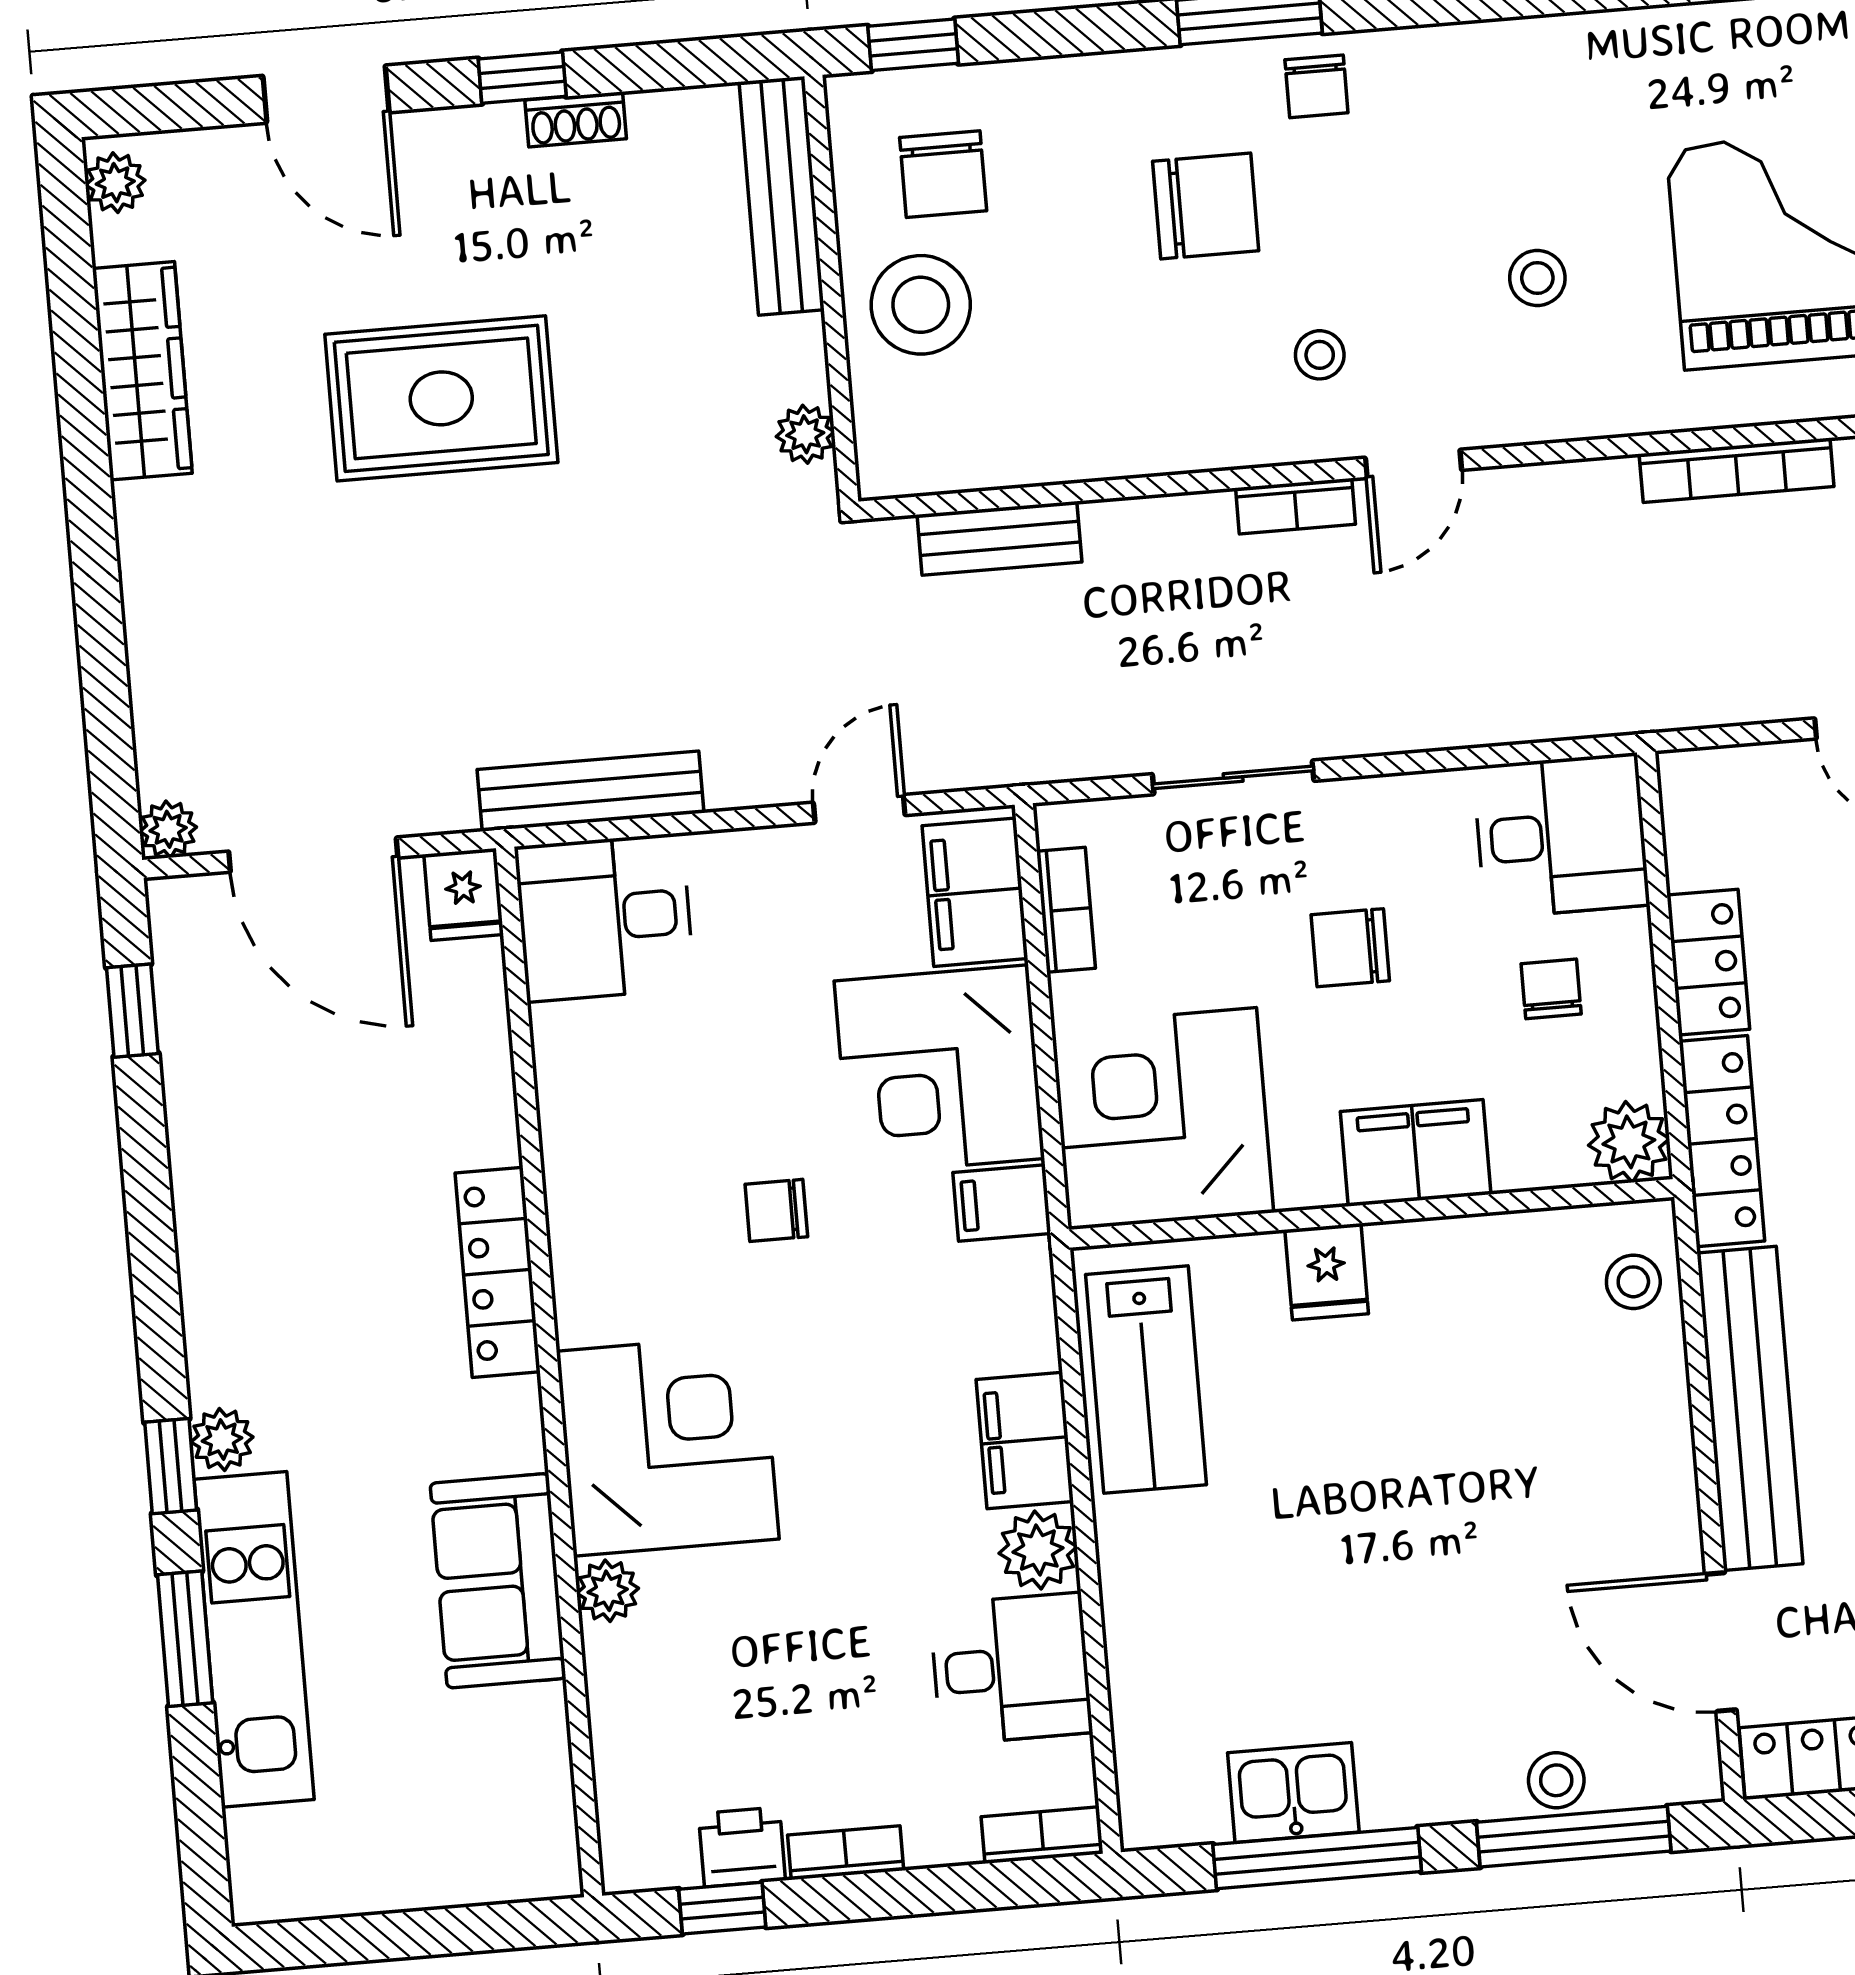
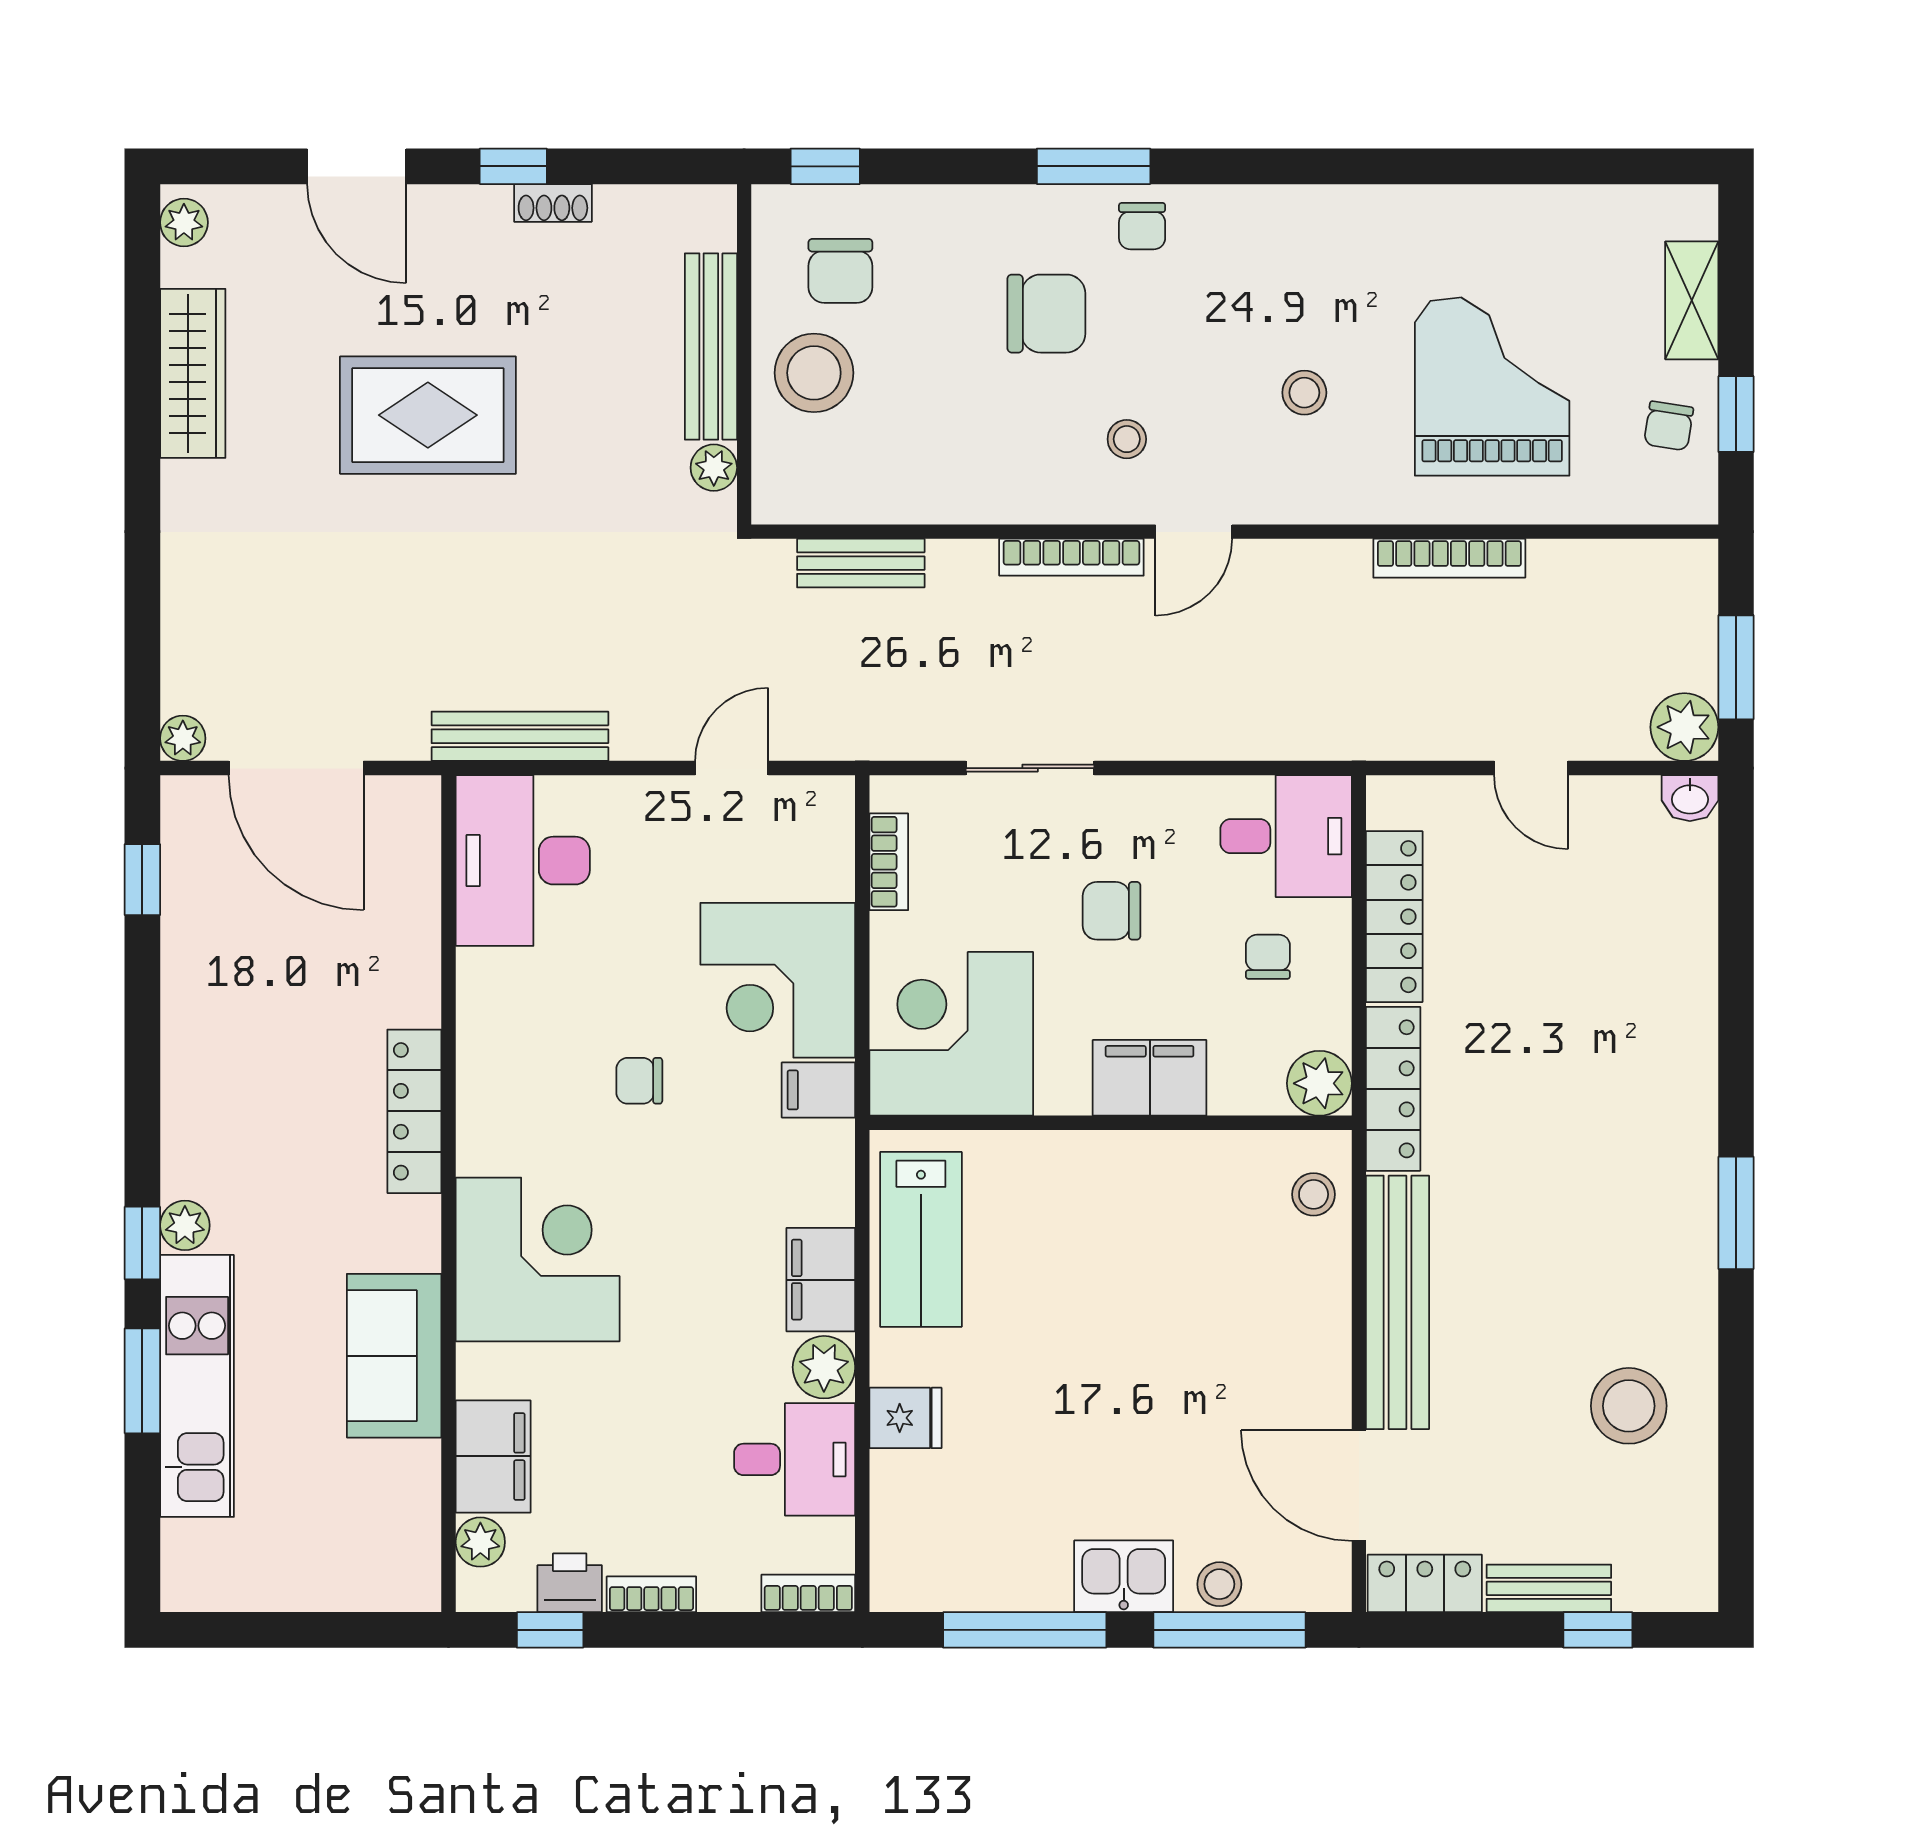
bench: (782, 196) -> (711, 346), moved
bookcase: (1295, 506) -> (1071, 557), width x1.56
filing cabinet: (975, 892) -> (493, 1456), moved, turned 180
fridge: (464, 894) -> (413, 810), removed
desk: (605, 918) -> (523, 861), width x1.37
locker: (1708, 962) -> (1394, 917), width x1.53
fridge: (1327, 1272) -> (906, 1418), moved, turned -90
plant: (608, 1591) -> (480, 1542), moved
kitchen sink: (1293, 1792) -> (1124, 1576), moved

